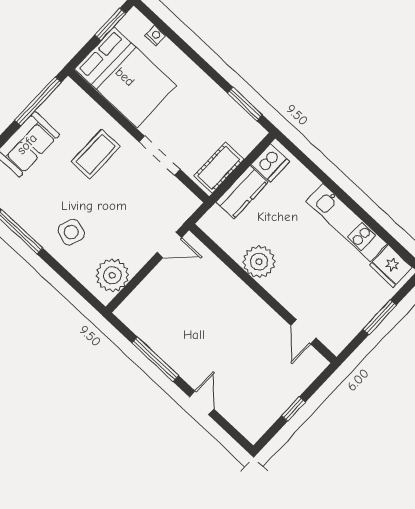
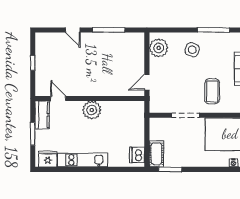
cot: (219, 168) -> (156, 154), moved
kitchen counter: (242, 192) -> (42, 115), moved, turned 180
plant: (259, 262) -> (92, 110), moved

